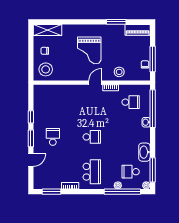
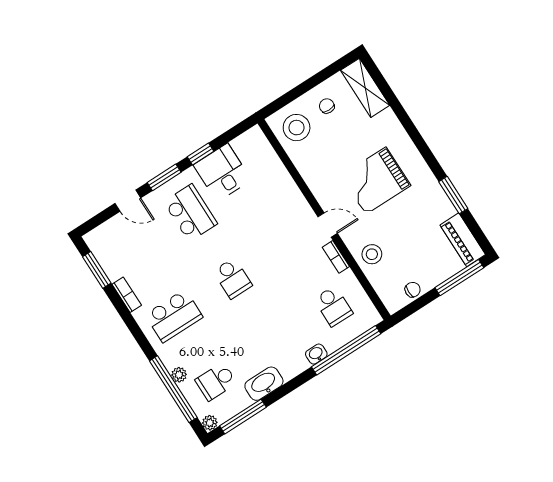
window: (153, 59) -> (459, 278), moved
desk: (45, 113) -> (222, 172), added
school desk: (53, 137) -> (190, 213), width x1.85
school desk: (131, 172) -> (216, 382), turned -90

